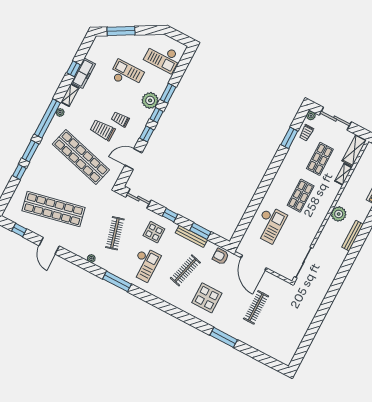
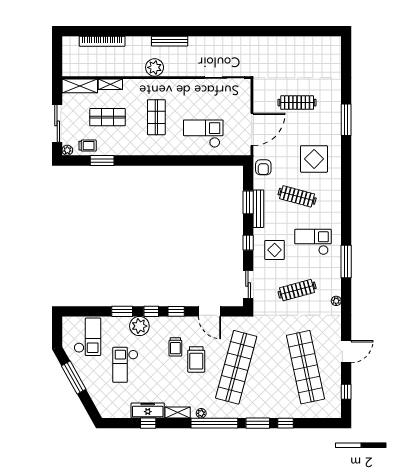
window: (121, 31) -> (74, 377), moved
shop shelf: (301, 196) -> (156, 117), turned 90

